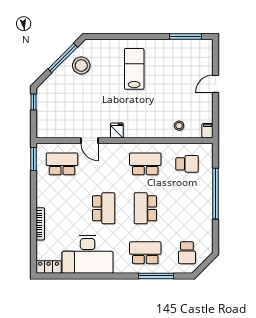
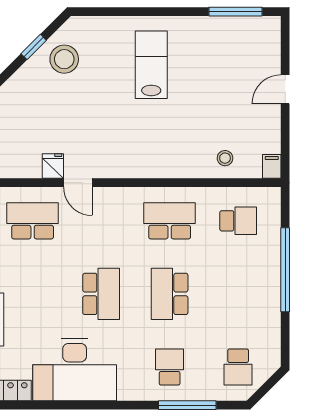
window: (63, 58) -> (34, 47), width x0.46
fridge: (117, 130) -> (53, 166), moved
school desk: (145, 253) -> (170, 367), width x0.54

